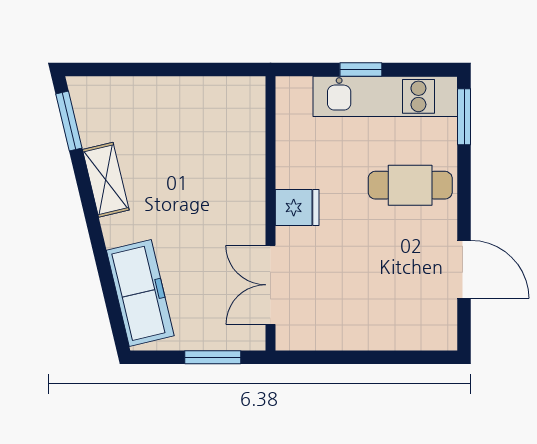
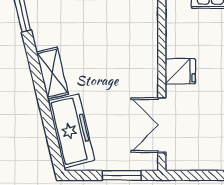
shelving: (106, 180) -> (52, 73), moved

